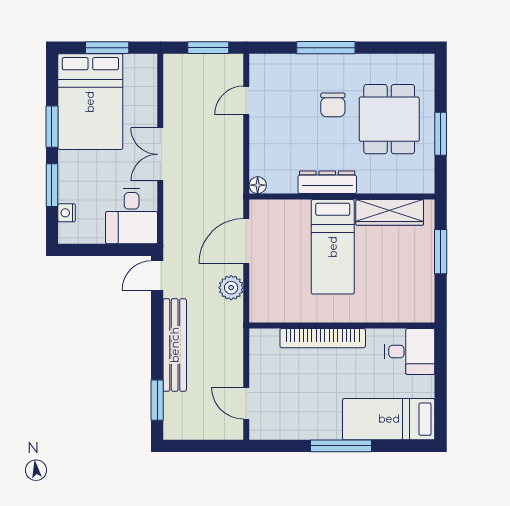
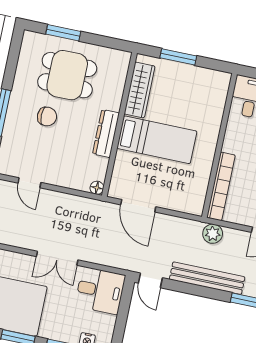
window: (441, 134) -> (63, 33), moved
plant: (231, 288) -> (213, 234), moved
bookcase: (323, 338) -> (221, 186), moved

